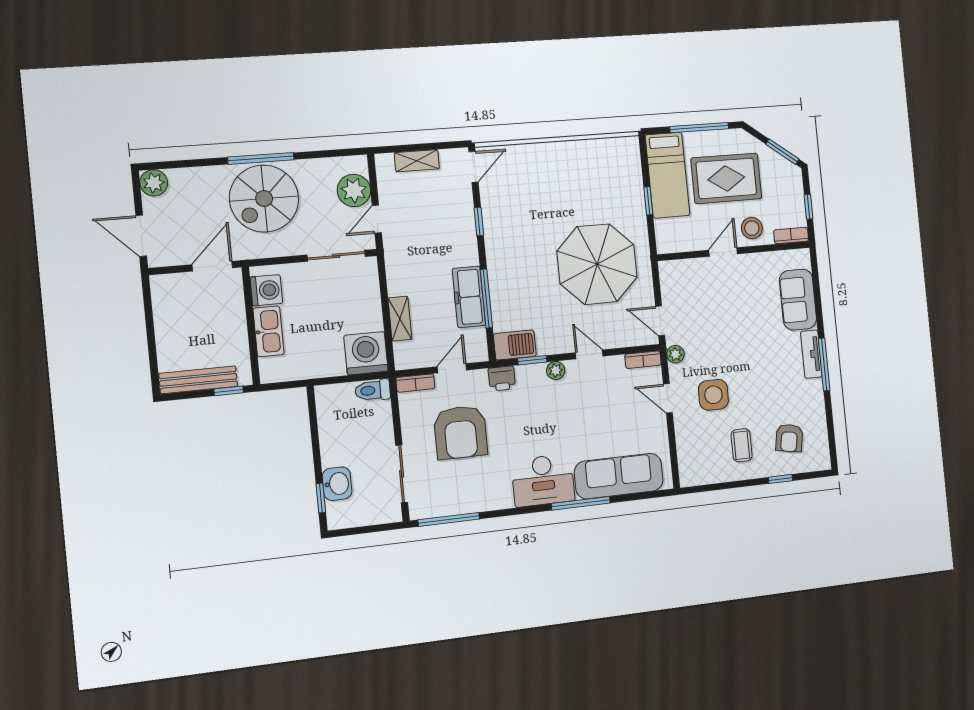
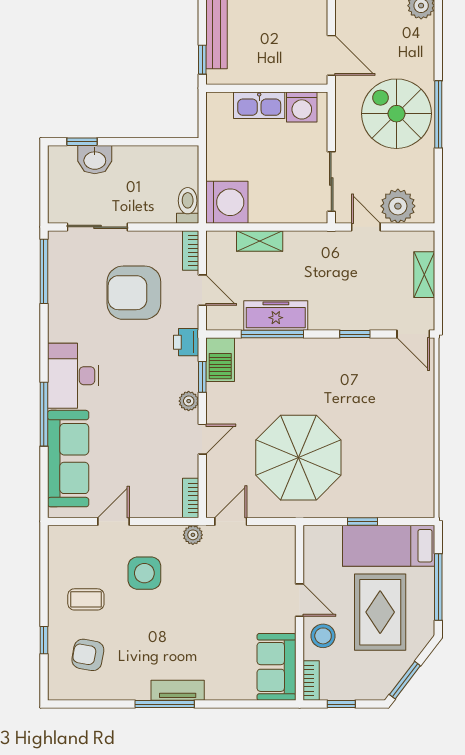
sofa: (798, 300) -> (277, 667), moved, turned -90
door: (668, 398) -> (113, 521), moved

